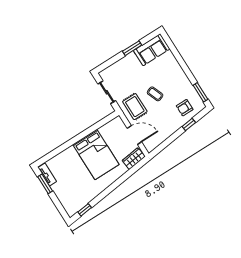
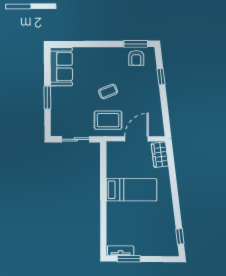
window: (132, 48) -> (47, 98), moved
armchair: (185, 108) -> (136, 58), moved
bed: (96, 155) -> (131, 190), width x0.67

